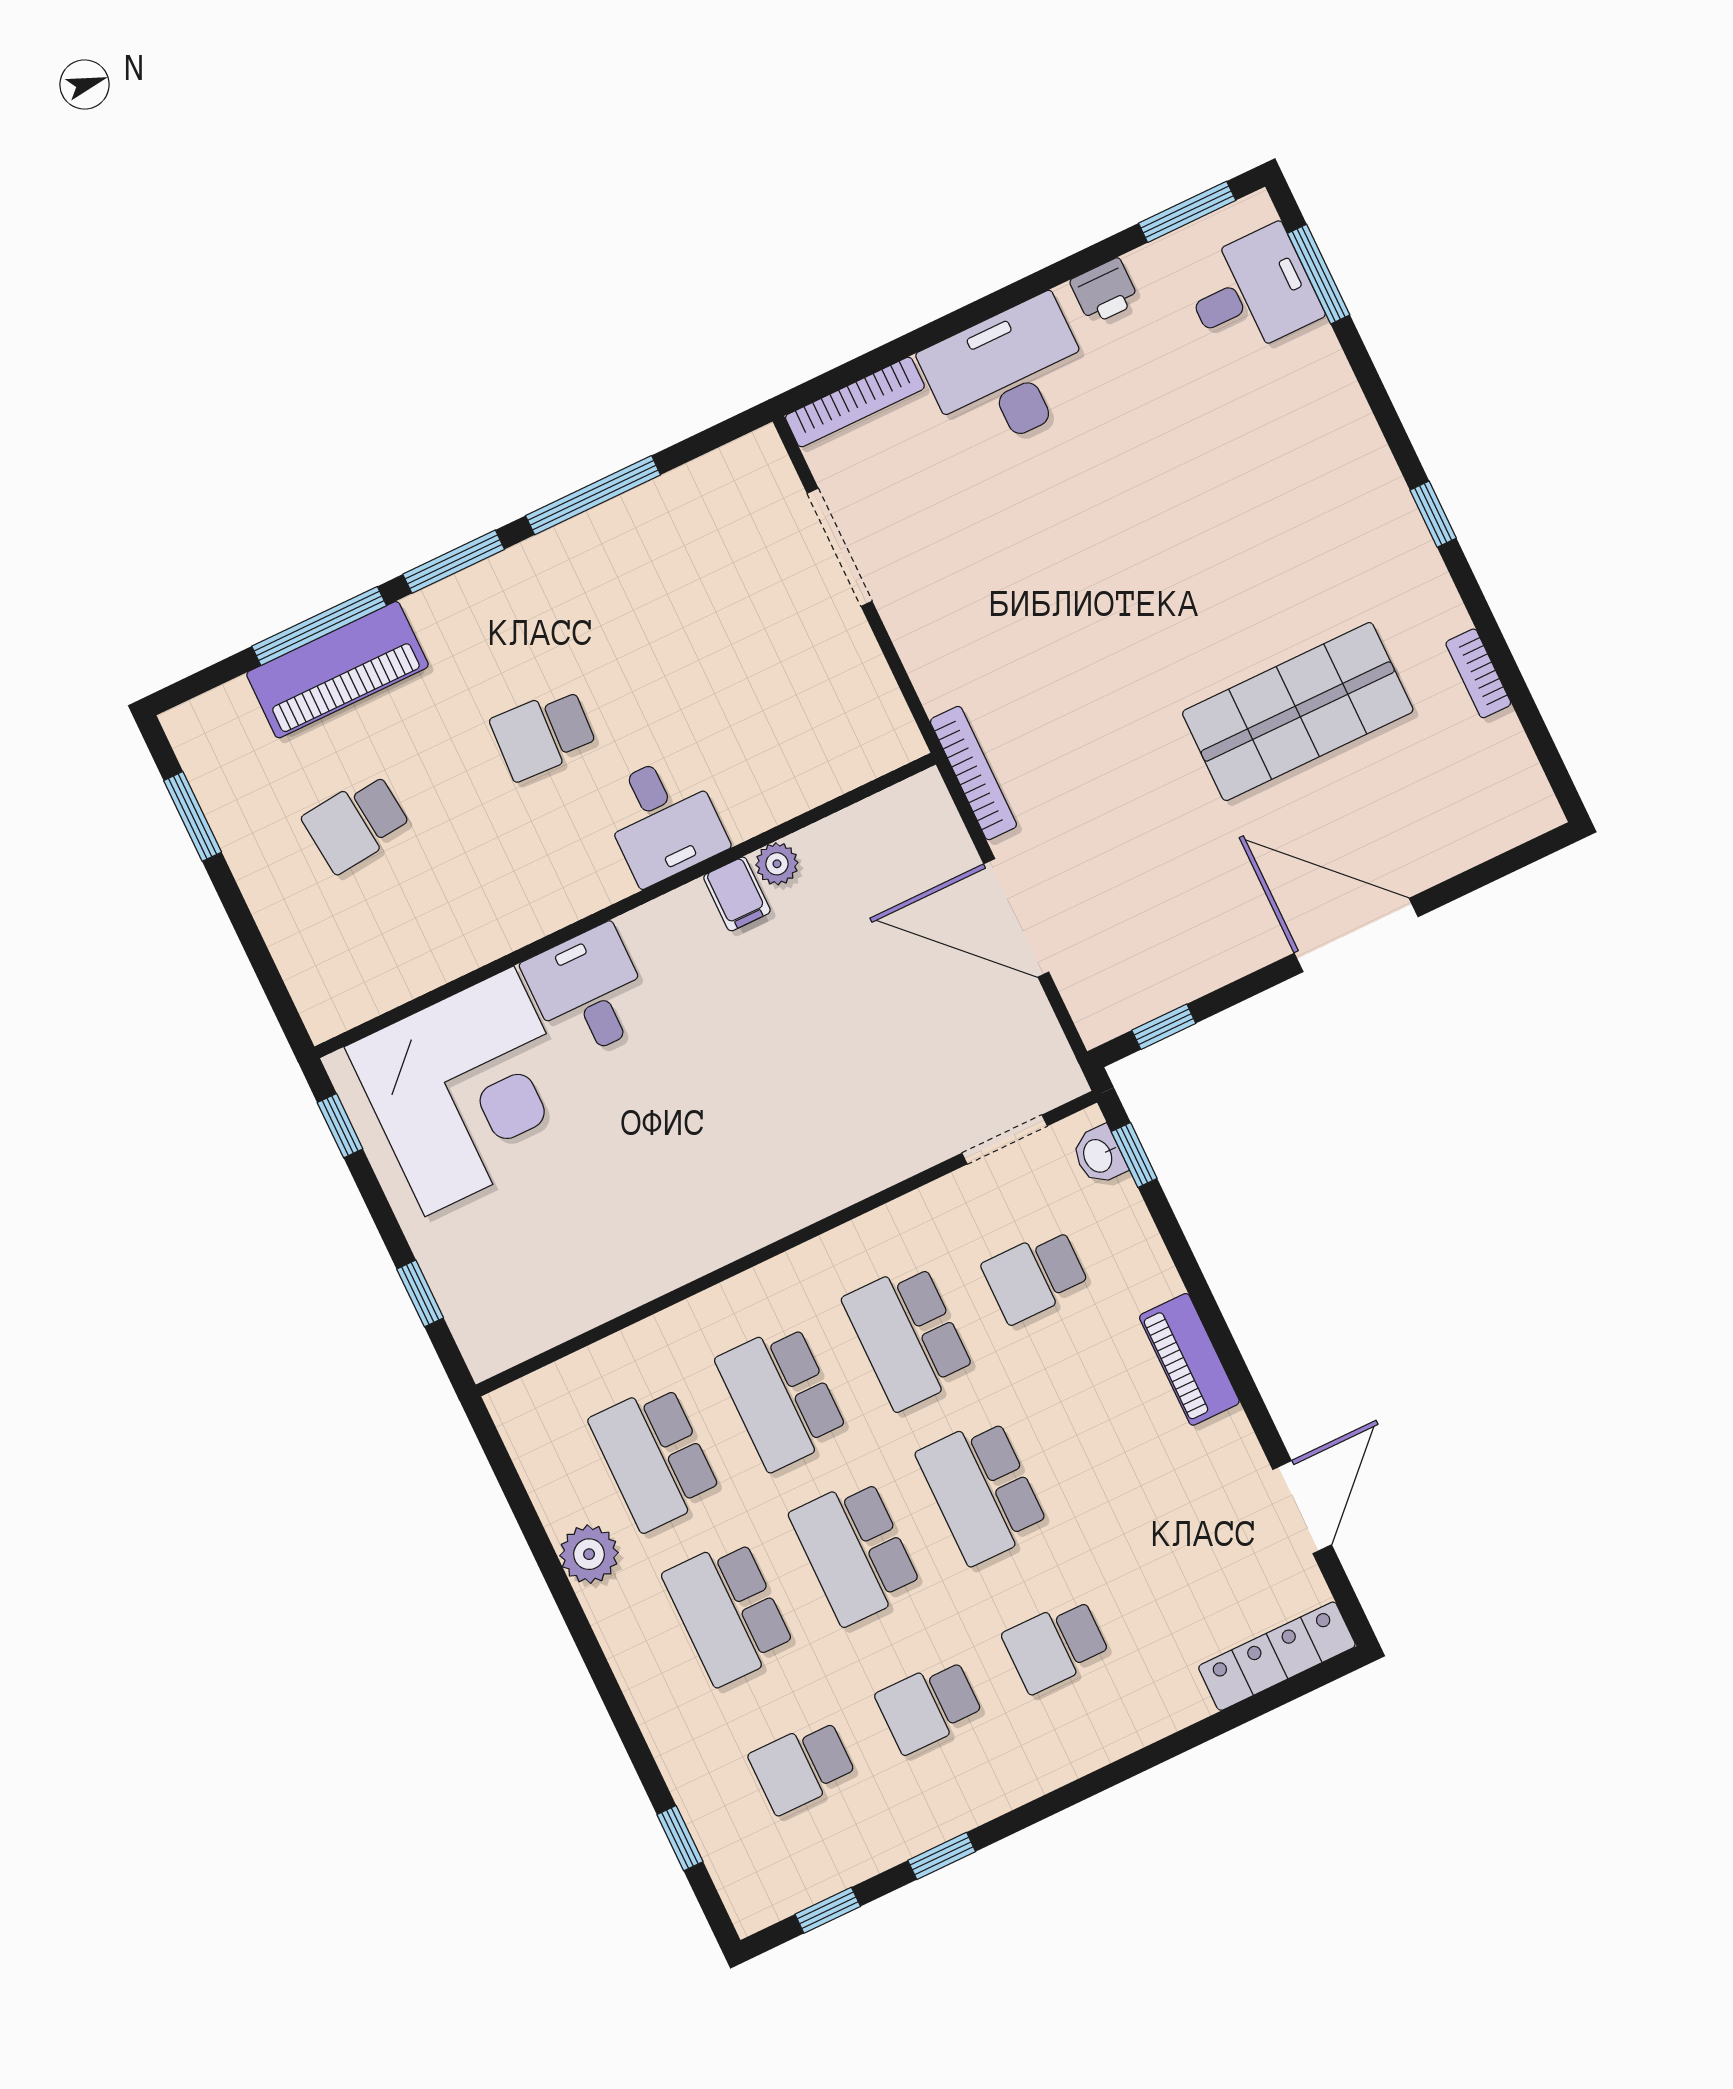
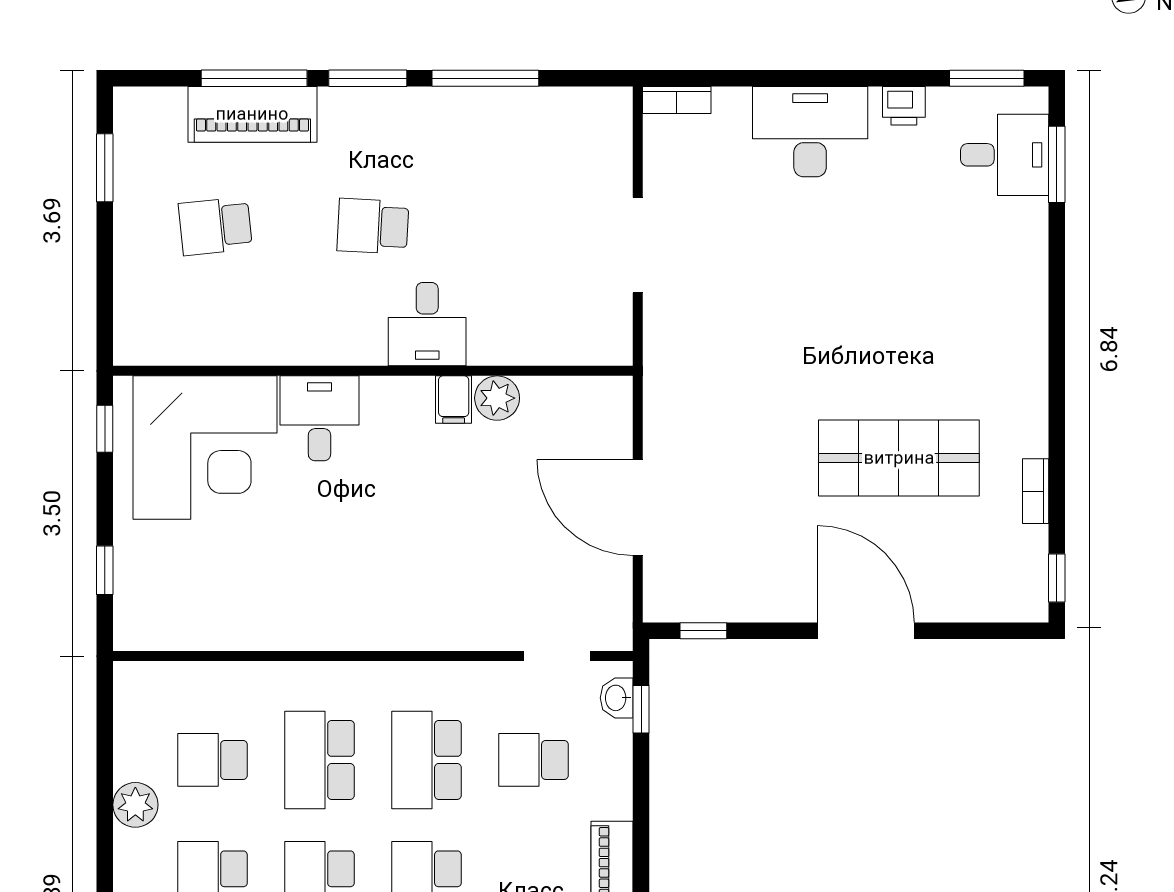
bookcase: (855, 402) -> (677, 100), width x0.64
window: (1433, 514) -> (1057, 578), moved
doorway: (840, 547) -> (638, 245), moved
bookcase: (973, 773) -> (656, 394), removed
plant: (777, 864) -> (497, 398), width x1.38, depth x1.38
school desk: (655, 1457) -> (212, 760), width x0.54

